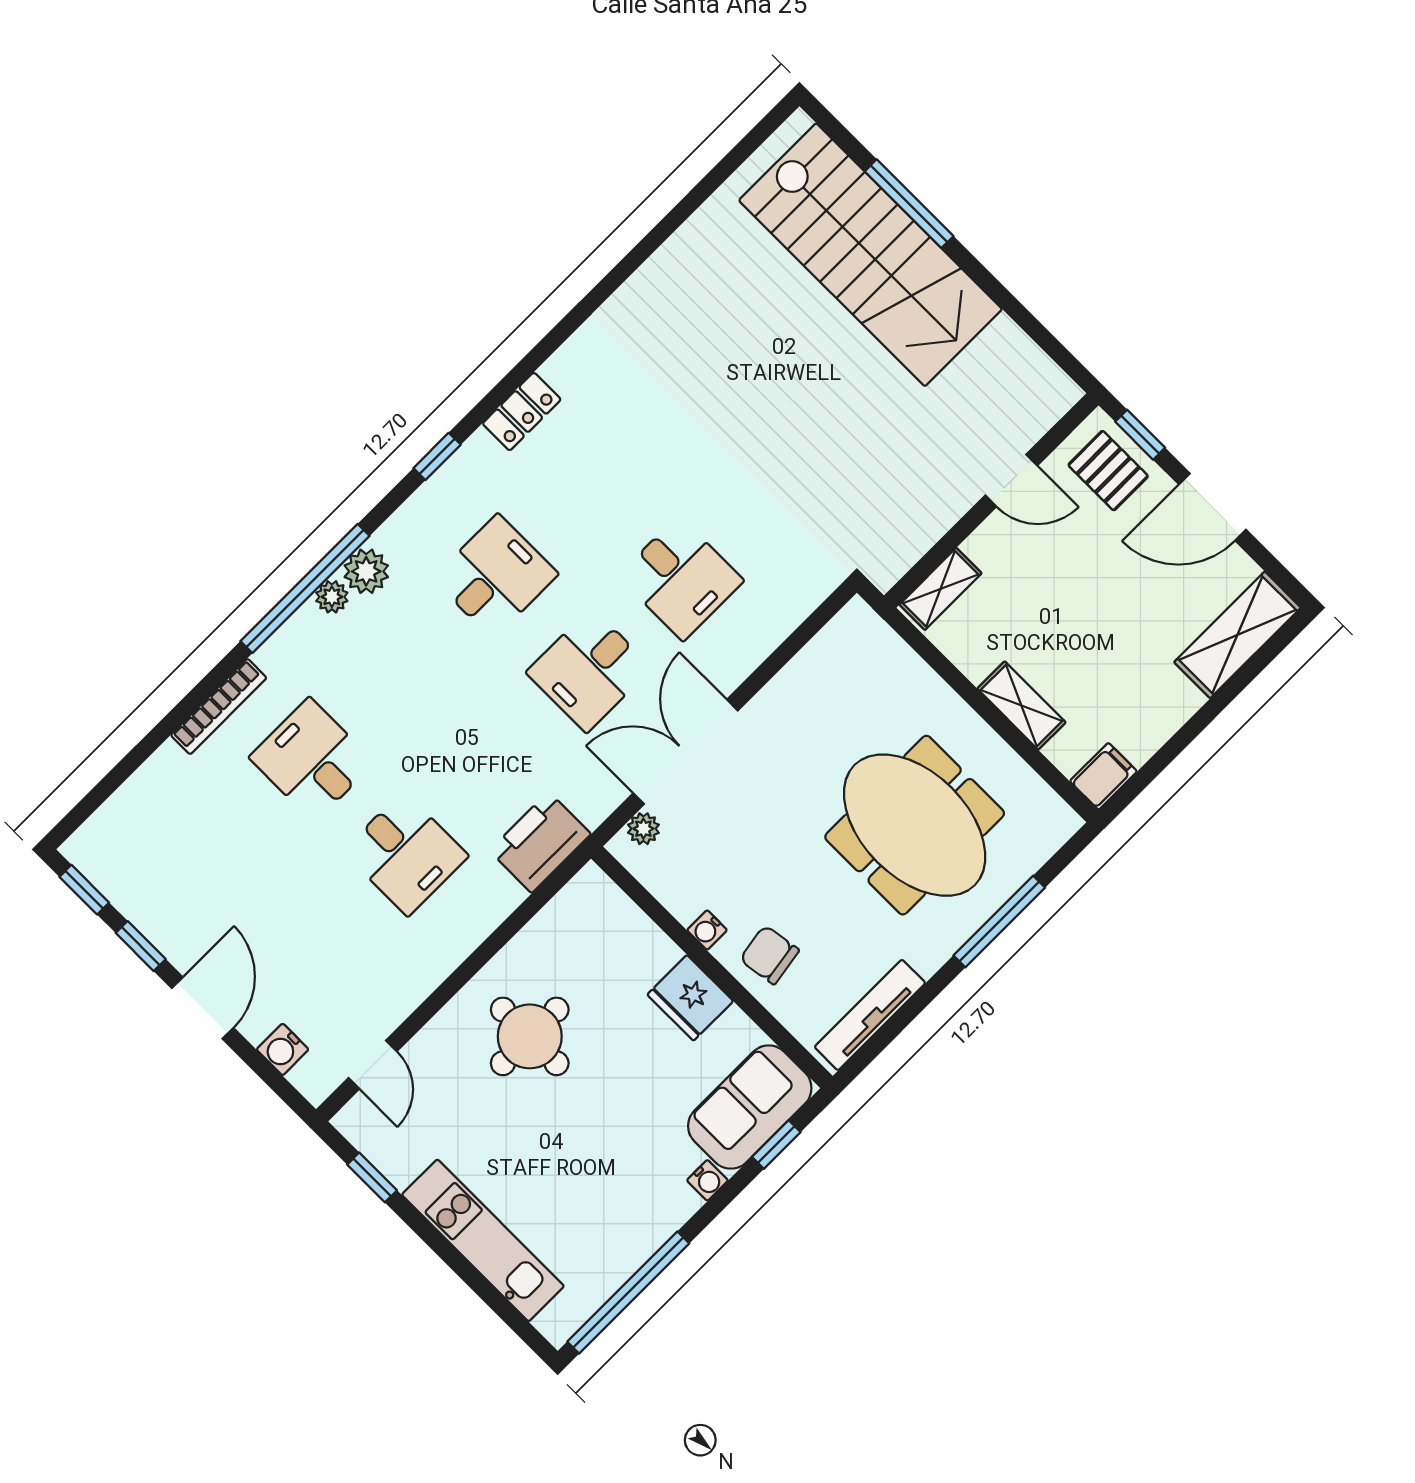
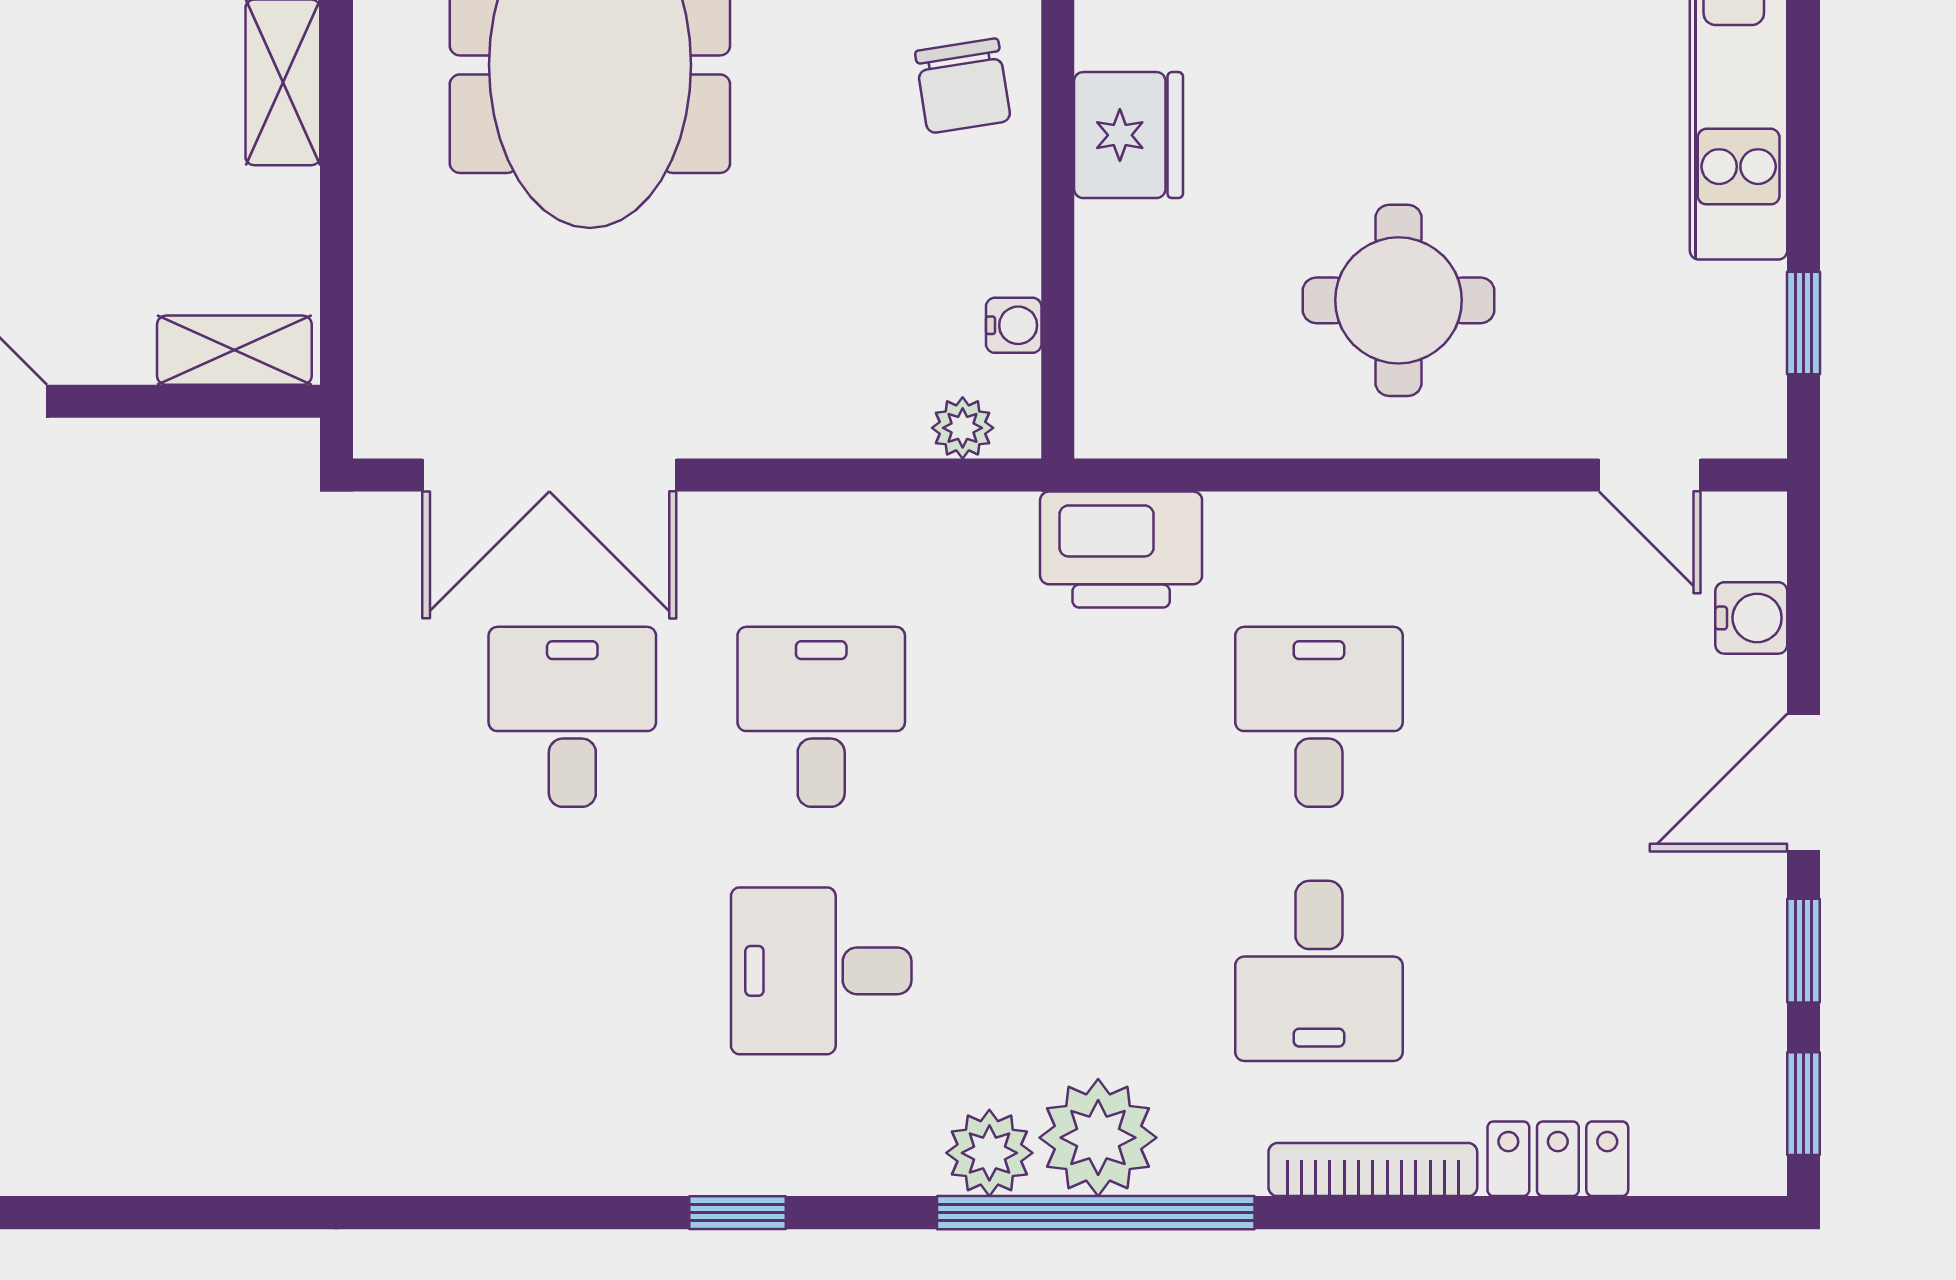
locker: (522, 412) -> (1558, 1159), moved
plant: (332, 597) -> (1098, 1138), width x1.88, depth x1.88
desk: (589, 670) -> (821, 717), turned -90
double door: (685, 752) -> (549, 475), moved
water cooler: (707, 930) -> (1014, 325), moved
door: (373, 1065) -> (1650, 475), swing flipped

